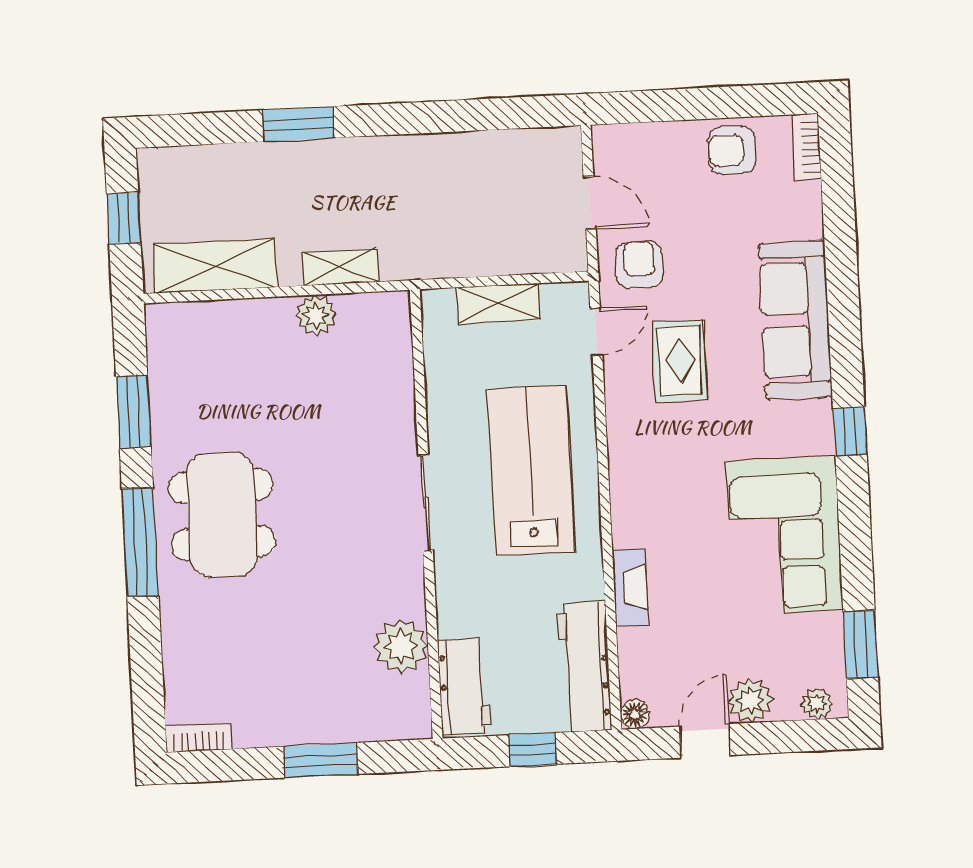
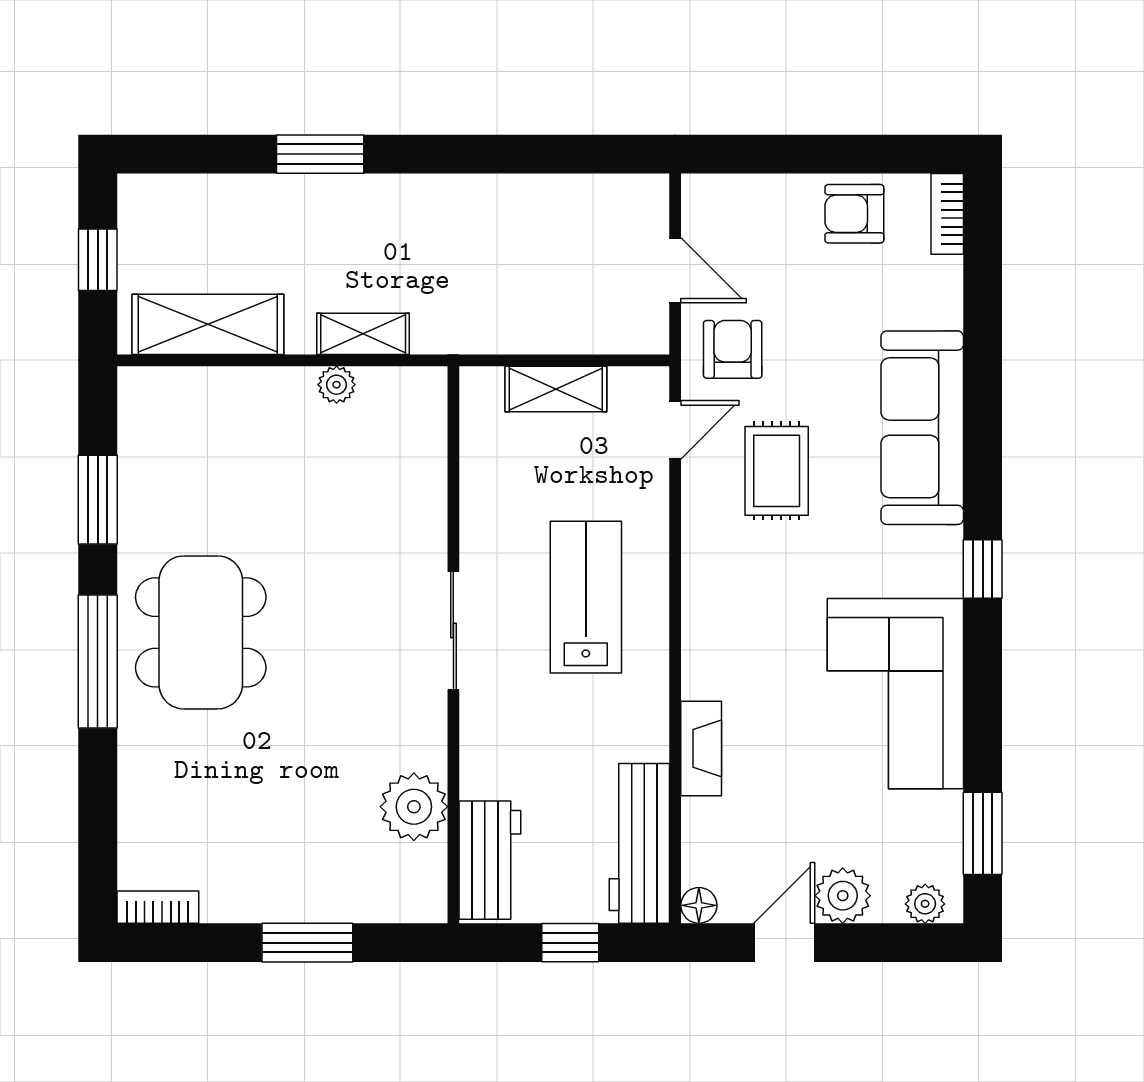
plant: (316, 315) -> (337, 385), width x0.73, depth x0.73
lab bench: (531, 470) -> (586, 597), width x0.73, depth x0.72

